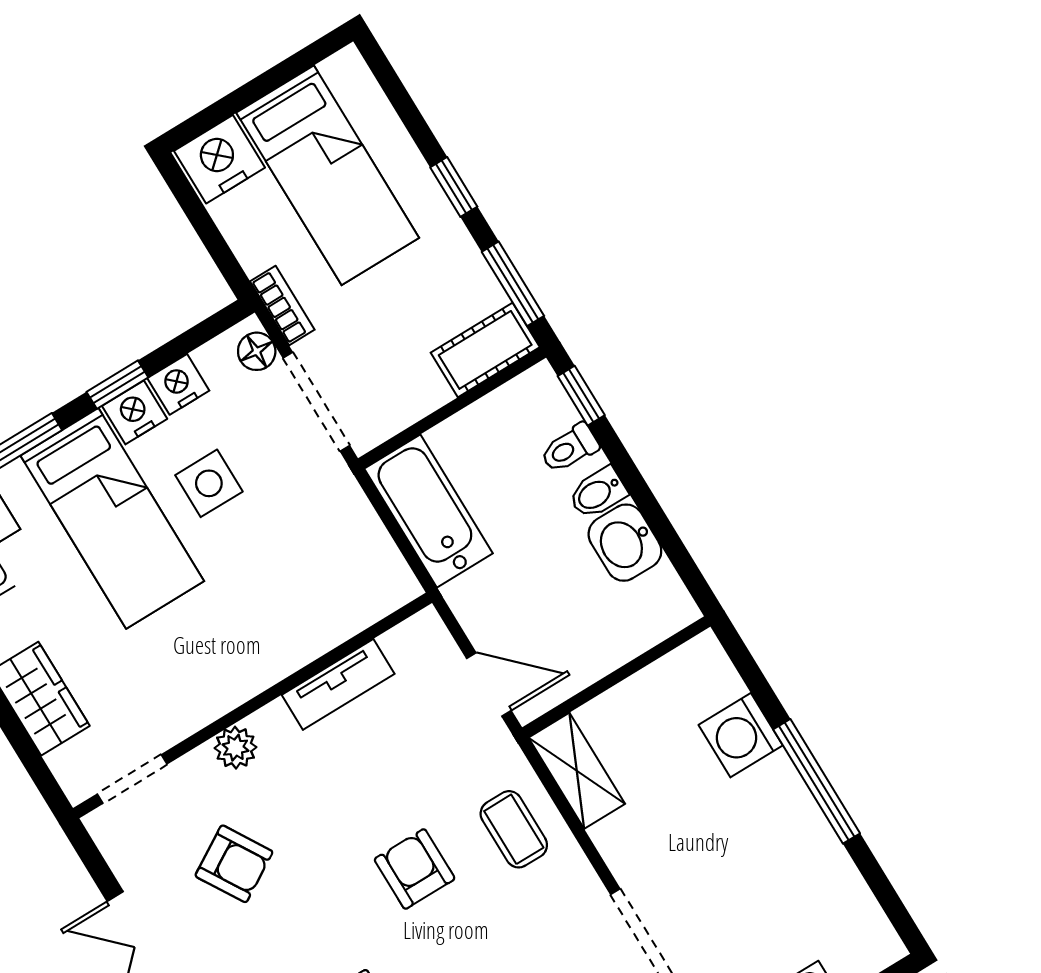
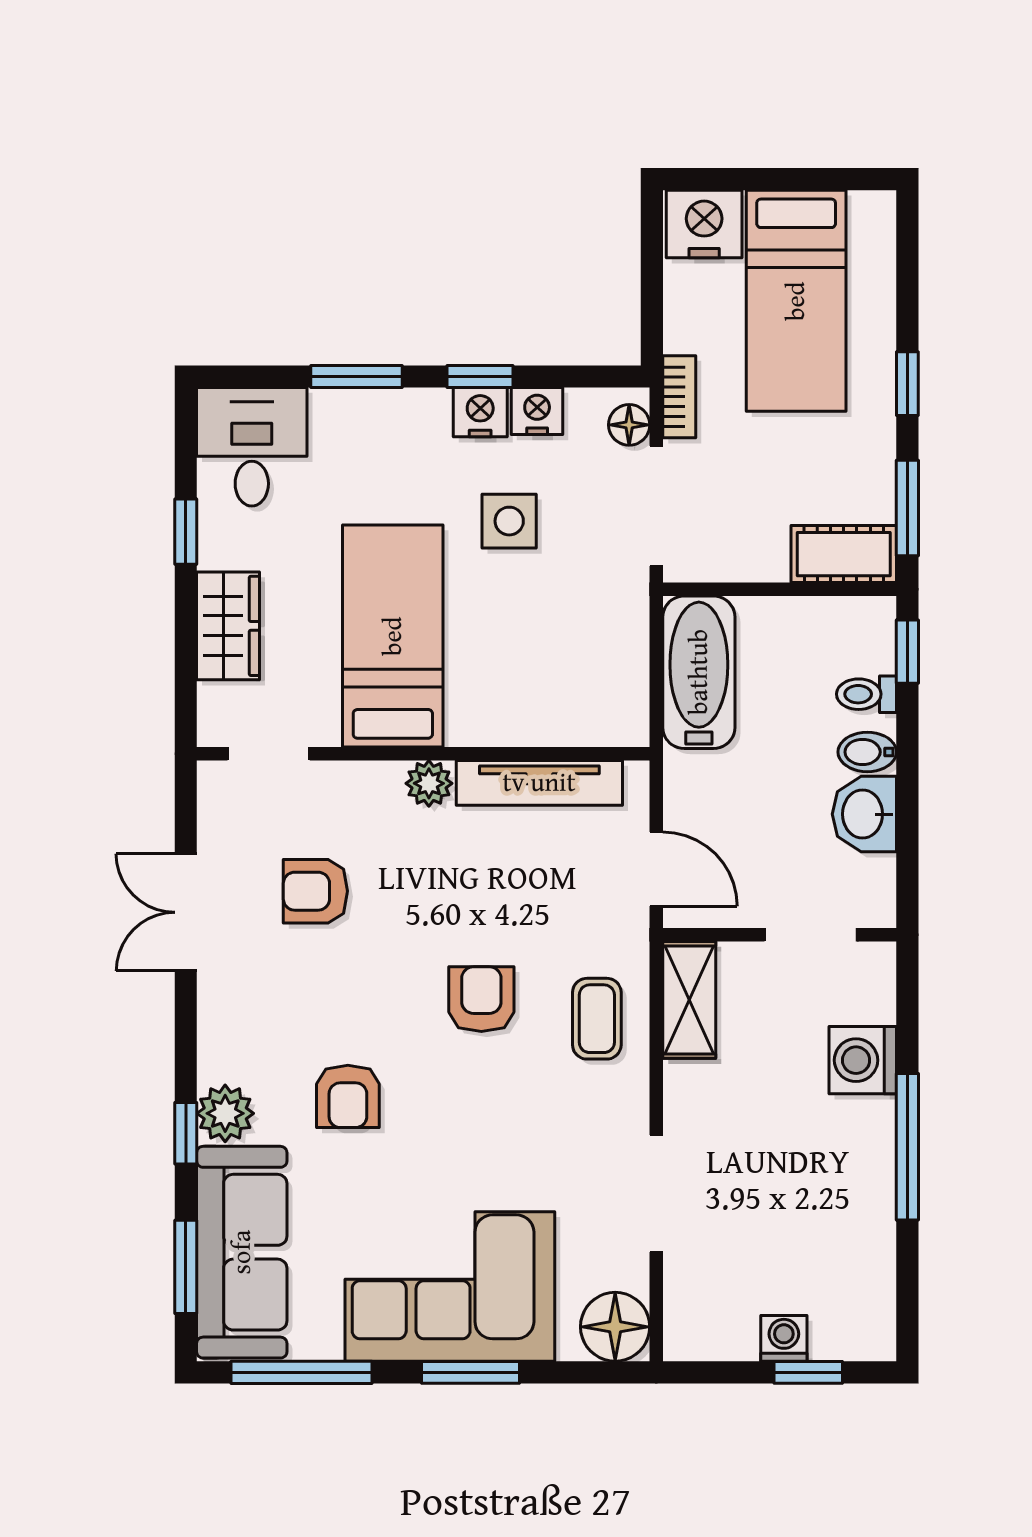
bed: (112, 518) -> (393, 636), moved, turned 180
doorway: (641, 662) -> (811, 935), added
tv unit: (338, 684) -> (539, 783), width x1.41
plant: (236, 748) -> (429, 783), moved
armchair: (234, 864) -> (315, 891), turned 121

